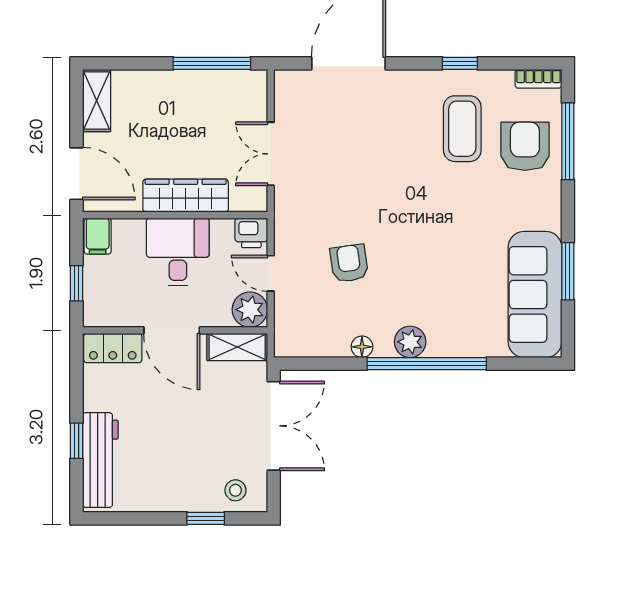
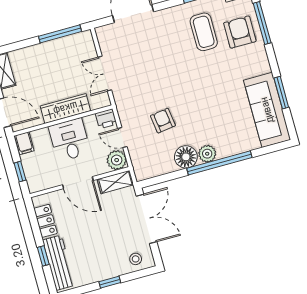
floor lamp: (362, 347) -> (186, 157), width x1.89, depth x1.89
locker: (113, 348) -> (45, 221), moved, turned -90
window: (206, 518) -> (110, 282), moved

